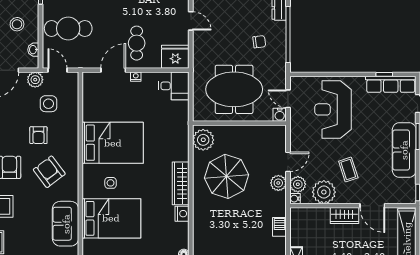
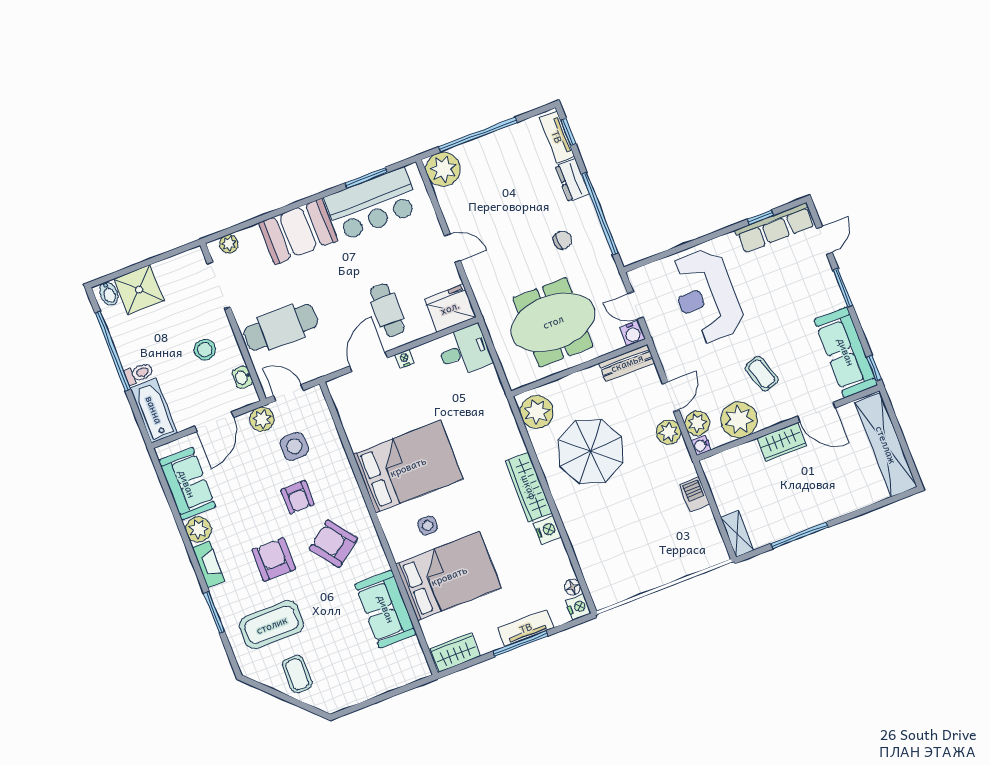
bench: (269, 131) -> (627, 363), added
sofa: (404, 150) -> (846, 352), moved

